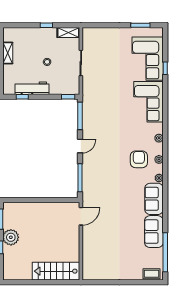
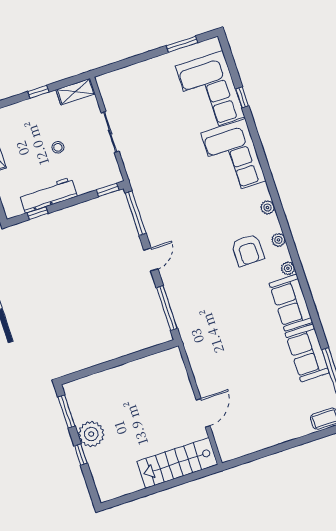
armchair: (139, 159) -> (248, 250), turned 180
door: (81, 216) -> (203, 413), moved

